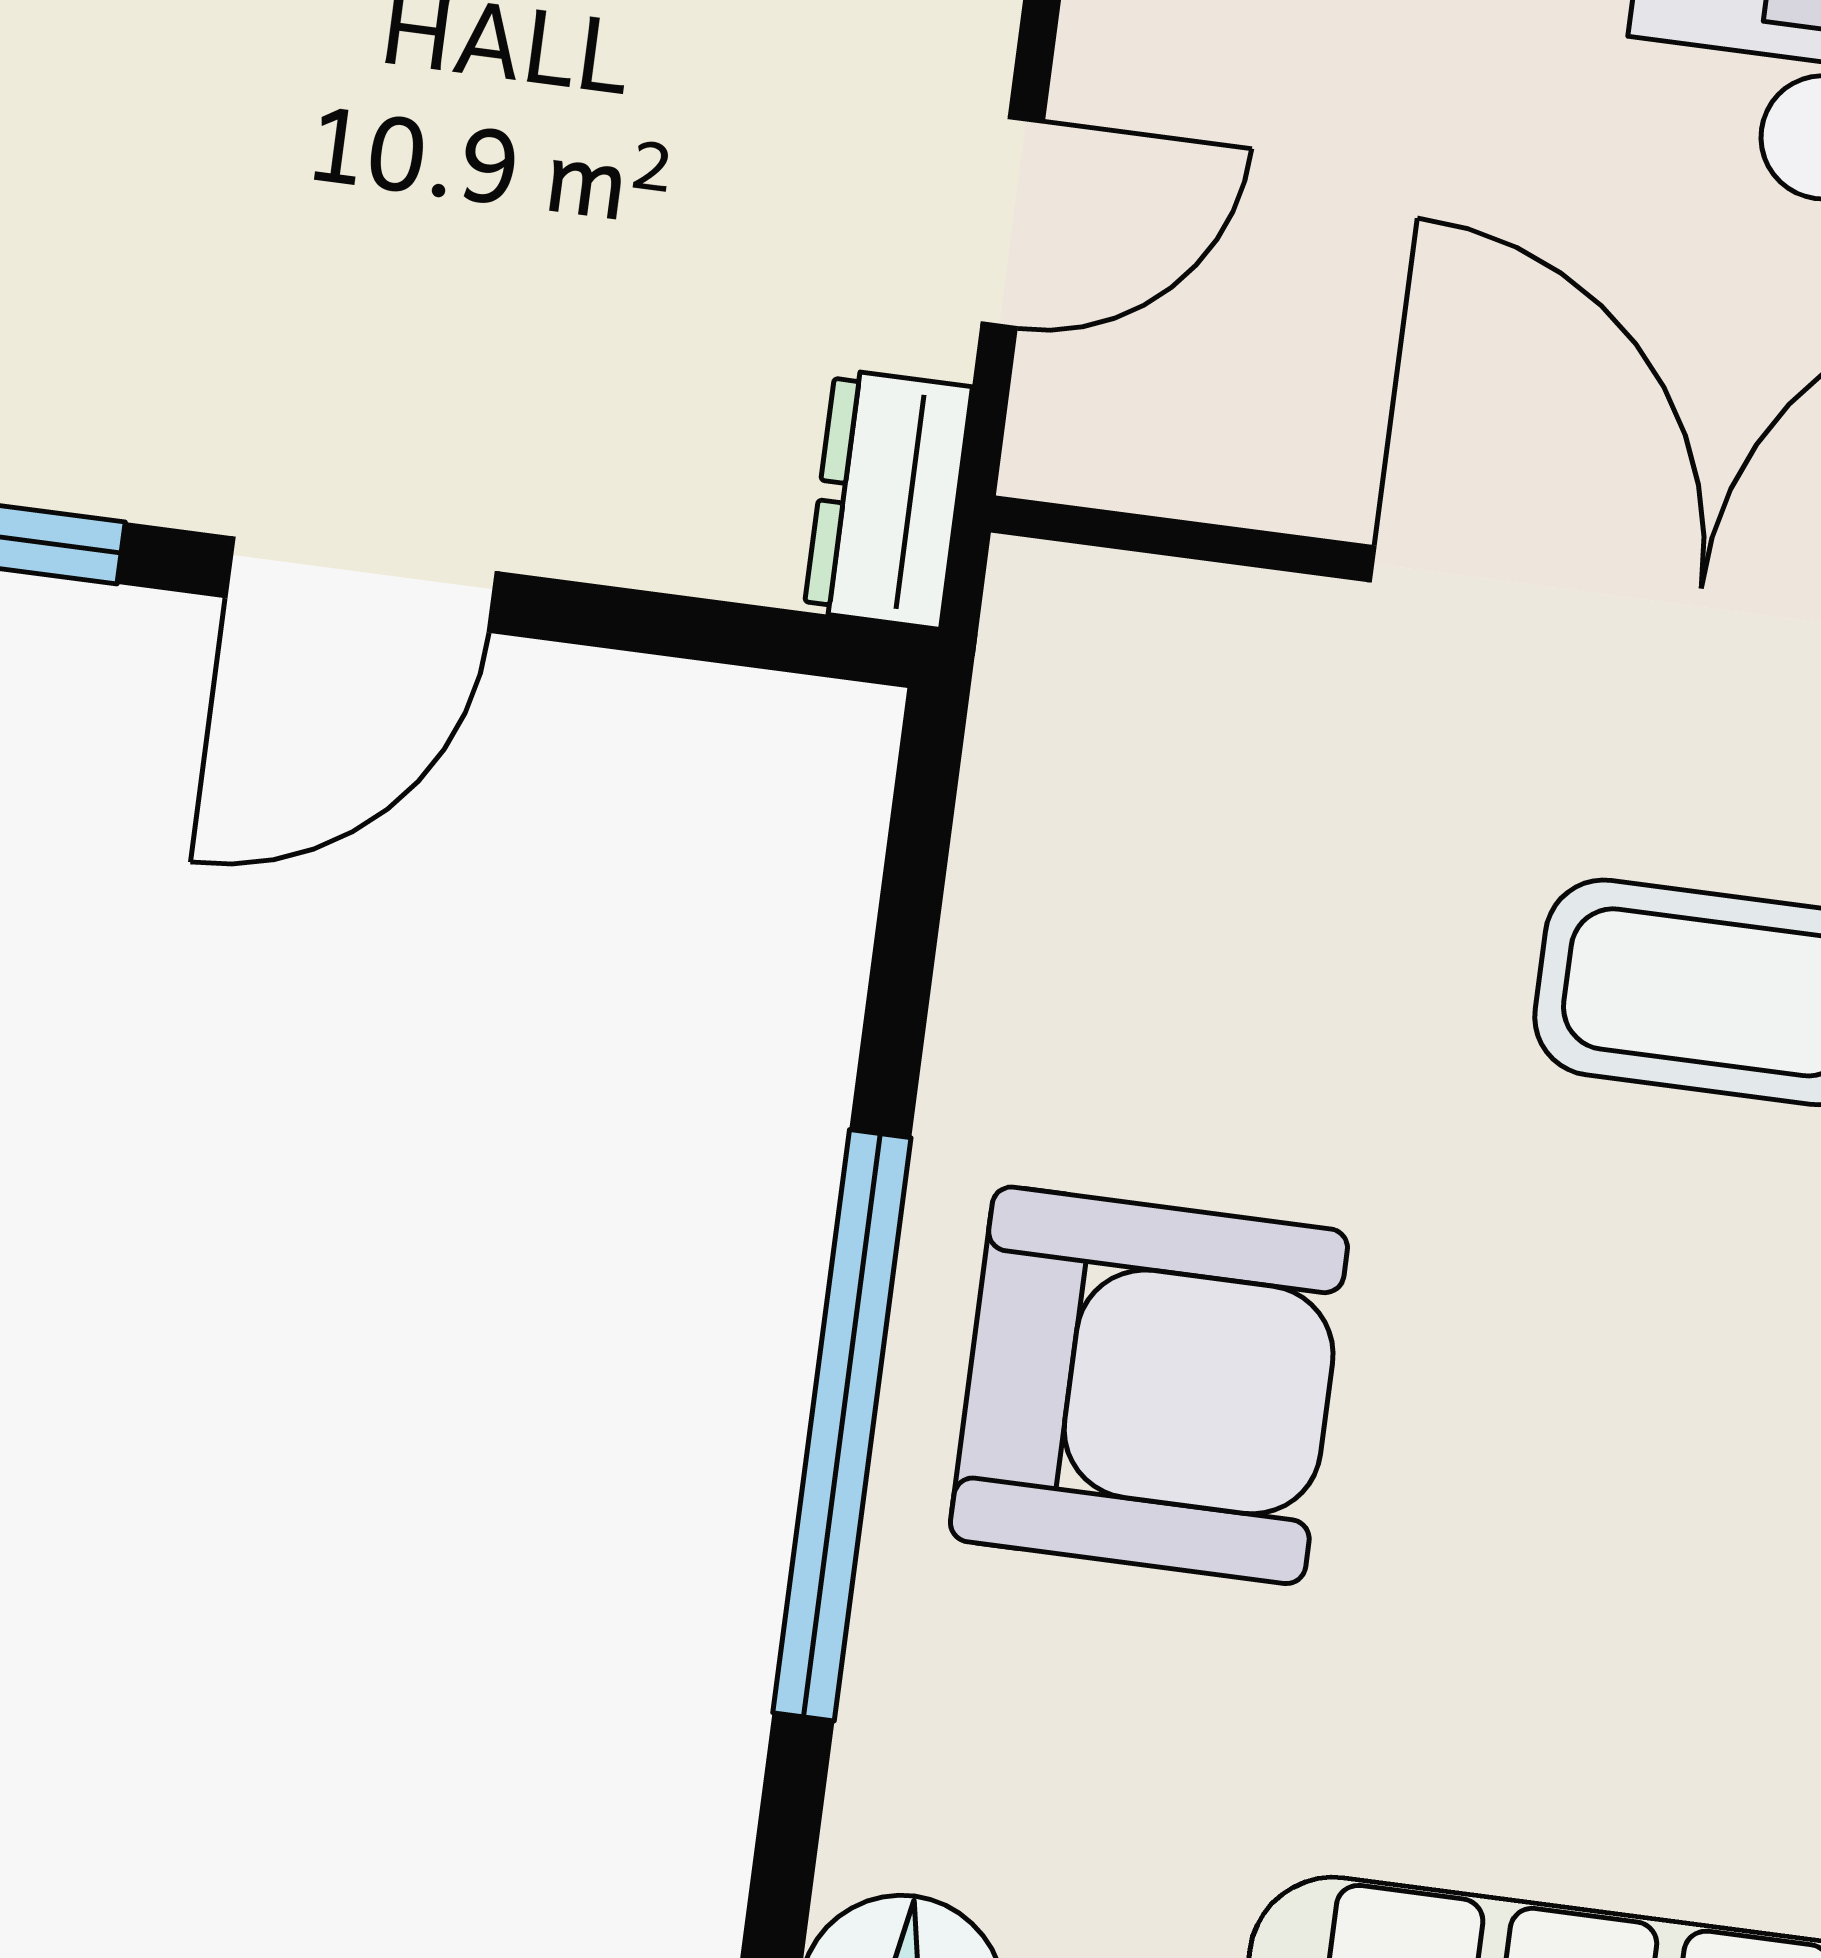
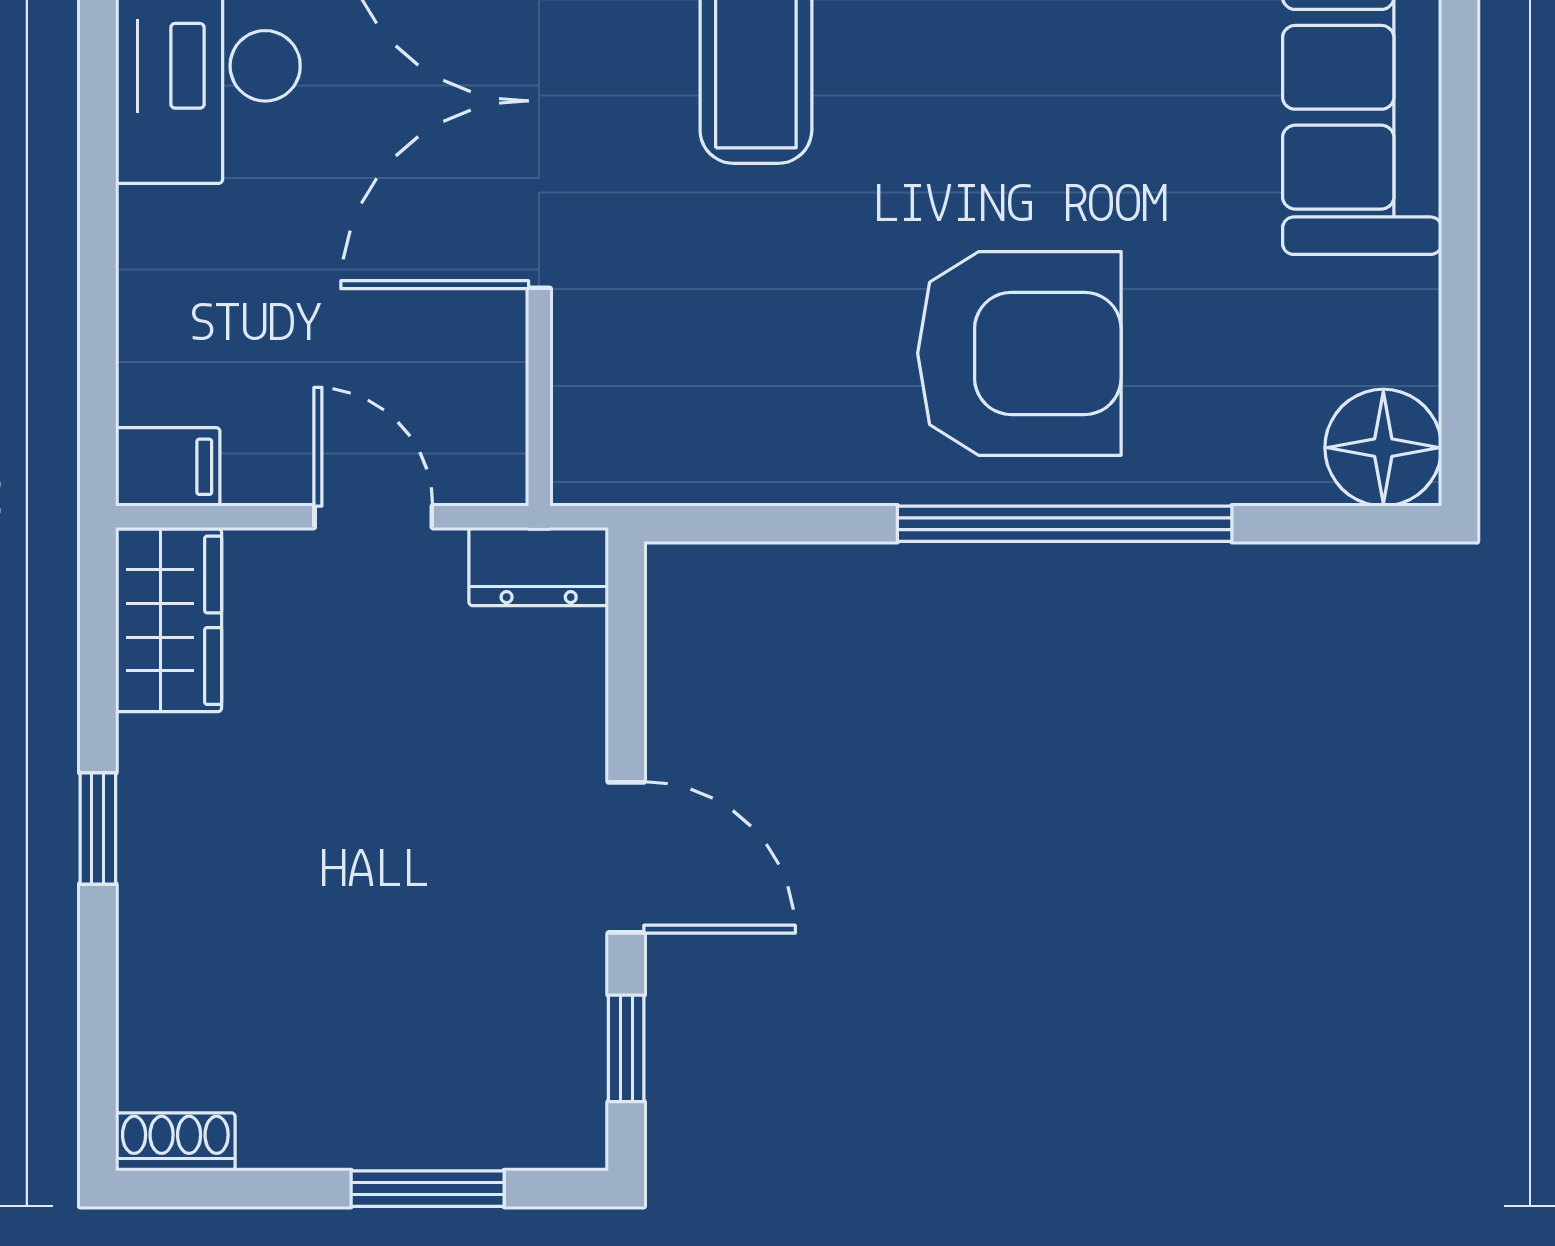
armchair: (1149, 1385) -> (1019, 353), turned 90

